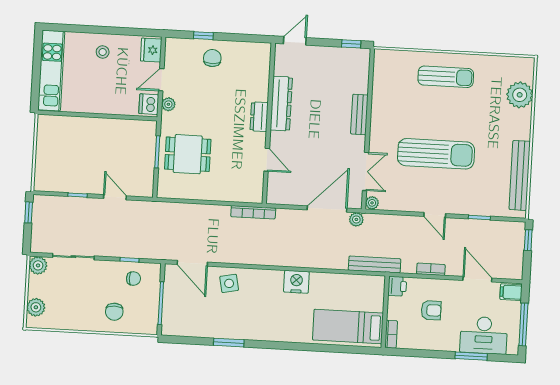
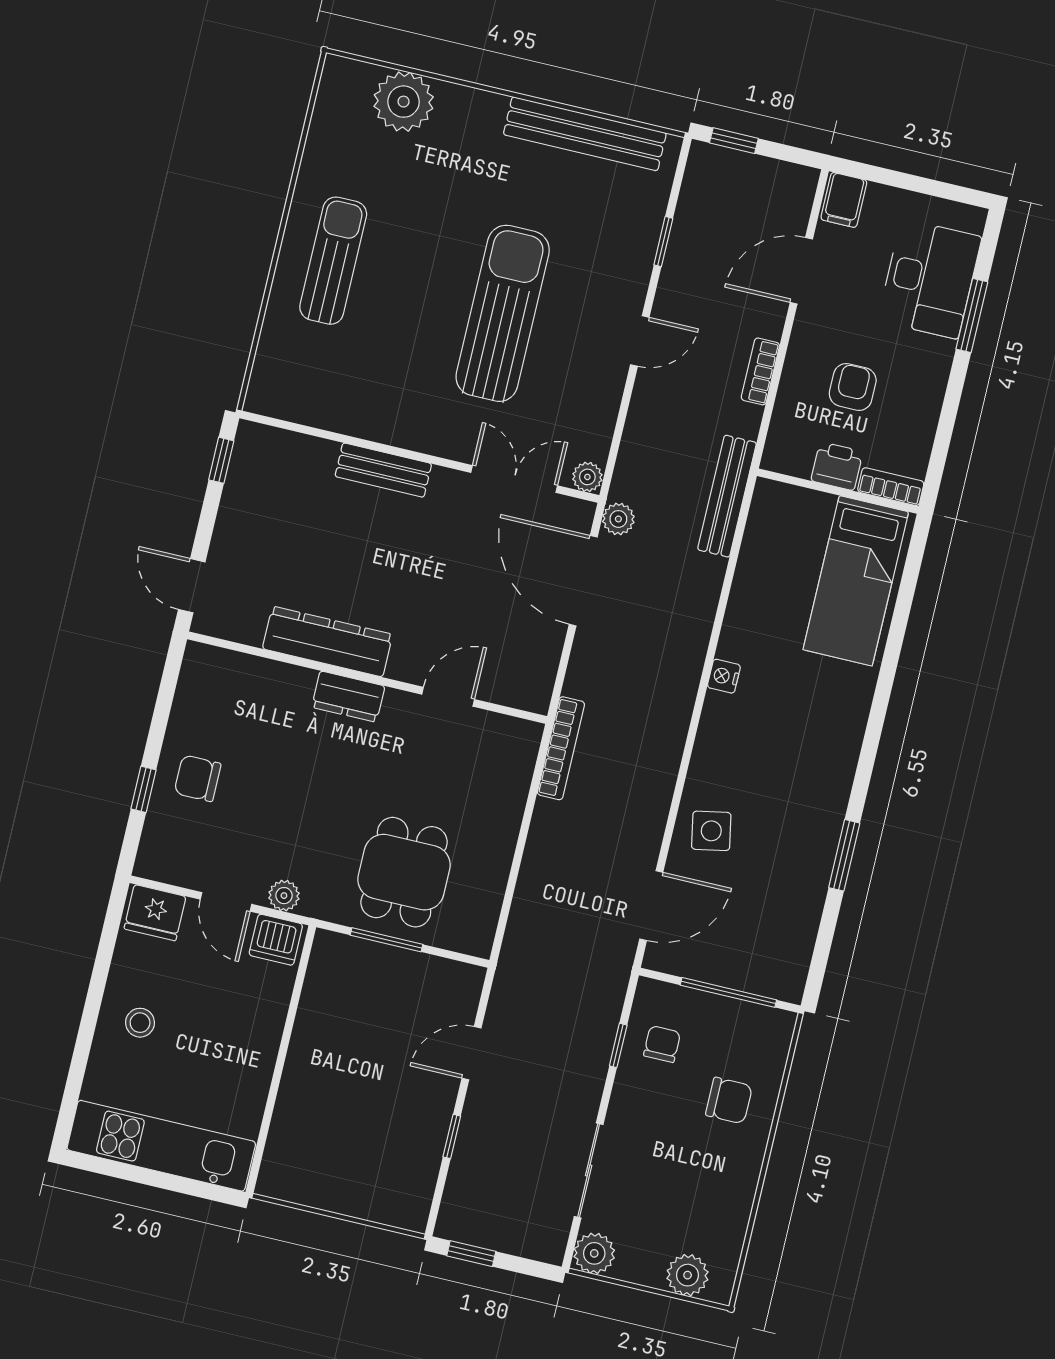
nightstand: (296, 282) -> (724, 676), width x0.53, depth x0.56
printer: (397, 286) -> (837, 466), moved
window: (523, 324) -> (922, 185), removed

